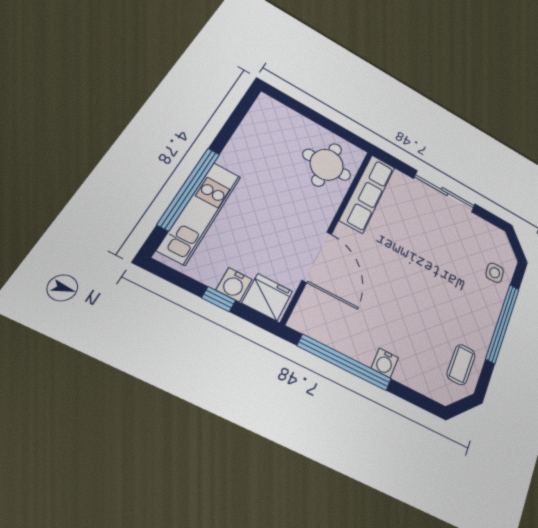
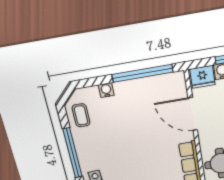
water cooler: (385, 363) -> (106, 90), moved

